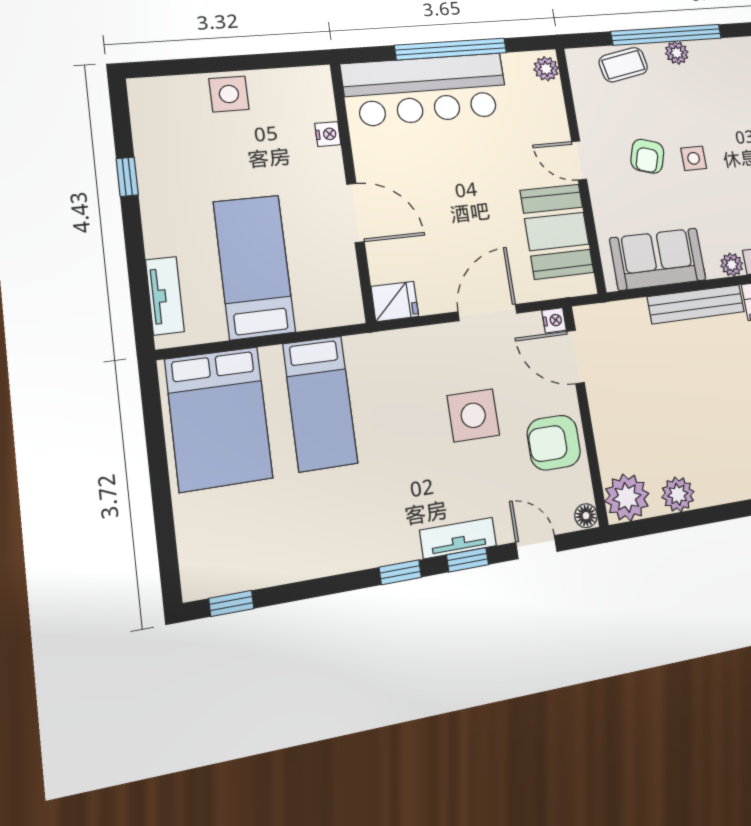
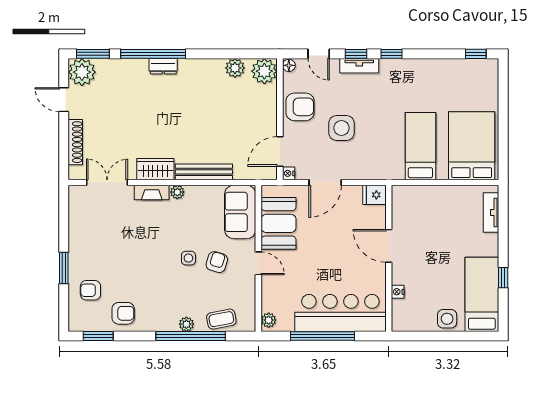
sofa: (658, 259) -> (240, 212), moved, turned 90
bed: (254, 267) -> (482, 294), moved, turned 180
door: (576, 357) -> (280, 152), swing flipped

